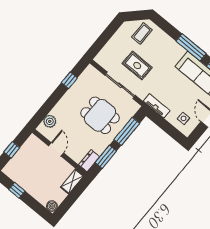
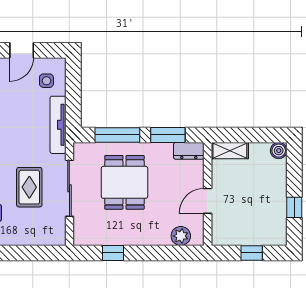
tv unit: (157, 106) -> (58, 125), width x1.41

